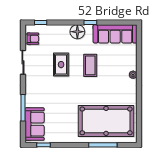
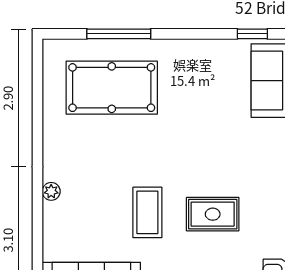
rug: (61, 65) -> (213, 214), turned 90
pool table: (106, 121) -> (112, 88), width x0.73, depth x0.76

